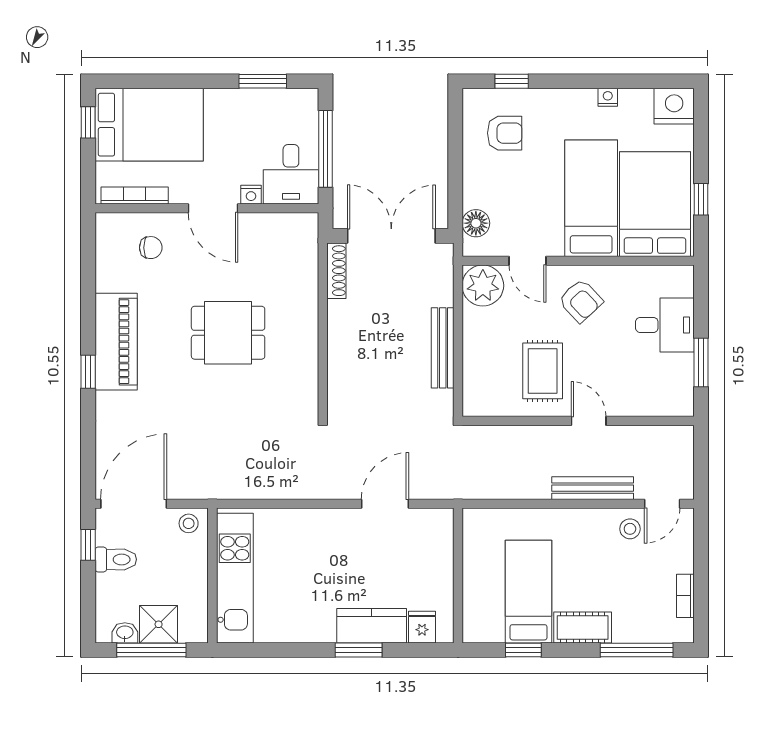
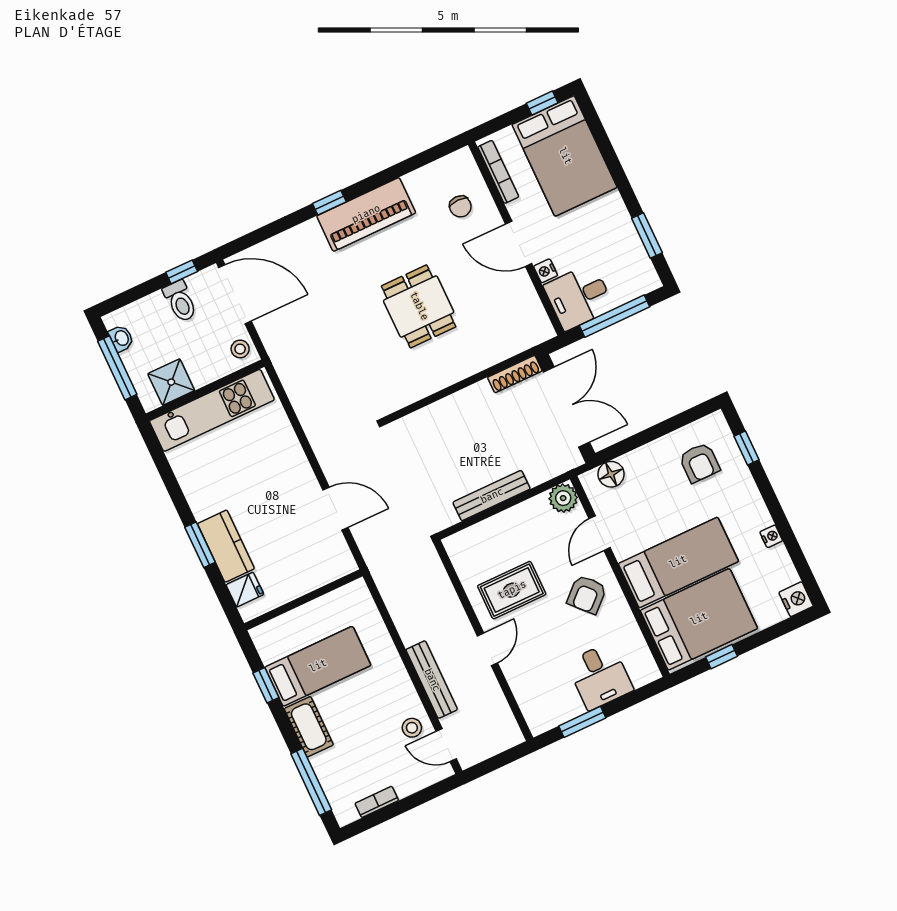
nightstand: (674, 106) -> (796, 599), width x0.74, depth x0.75
door: (213, 208) -> (519, 244), hinge flipped
plant: (483, 286) -> (563, 498), width x0.73, depth x0.73
shower: (159, 624) -> (171, 382), moved

